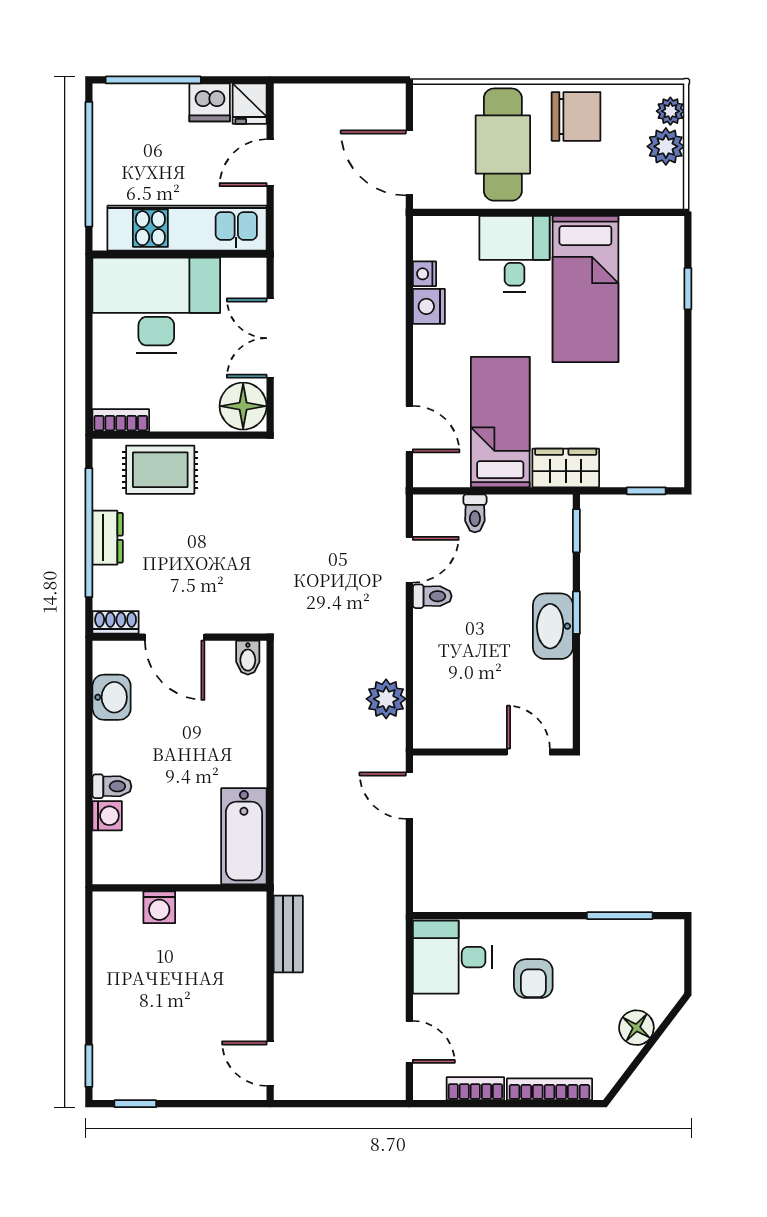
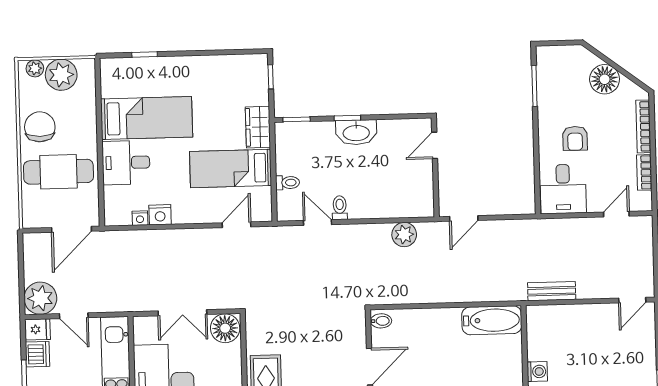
plant: (300, 110) -> (40, 298), added
plant: (666, 146) -> (61, 75), width x1.36, depth x1.36
armchair: (533, 979) -> (575, 138), turned 90
floor lamp: (636, 1028) -> (605, 79), width x1.38, depth x1.38

